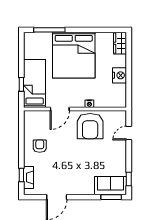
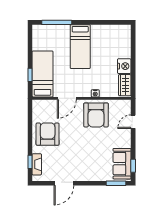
wardrobe: (120, 43) -> (125, 85), moved
bed: (74, 55) -> (80, 47), width x0.49
armchair: (40, 146) -> (48, 134), width x1.88, depth x1.88
sofa: (110, 186) -> (122, 164), moved, turned -90

